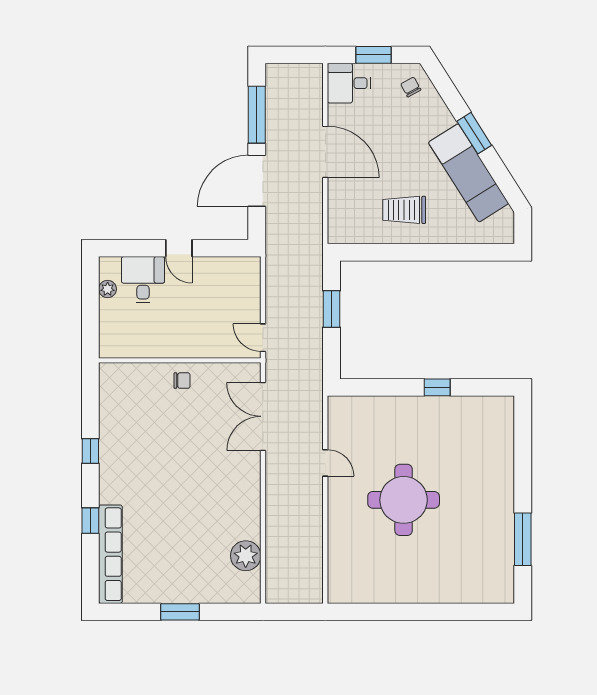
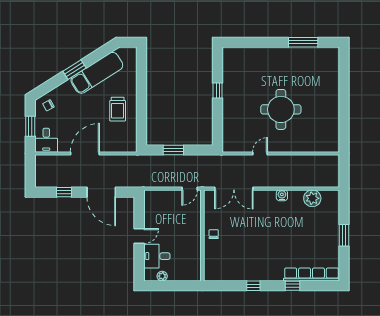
window: (257, 115) -> (64, 192), width x0.46
water cooler: (251, 502) -> (282, 195), added

